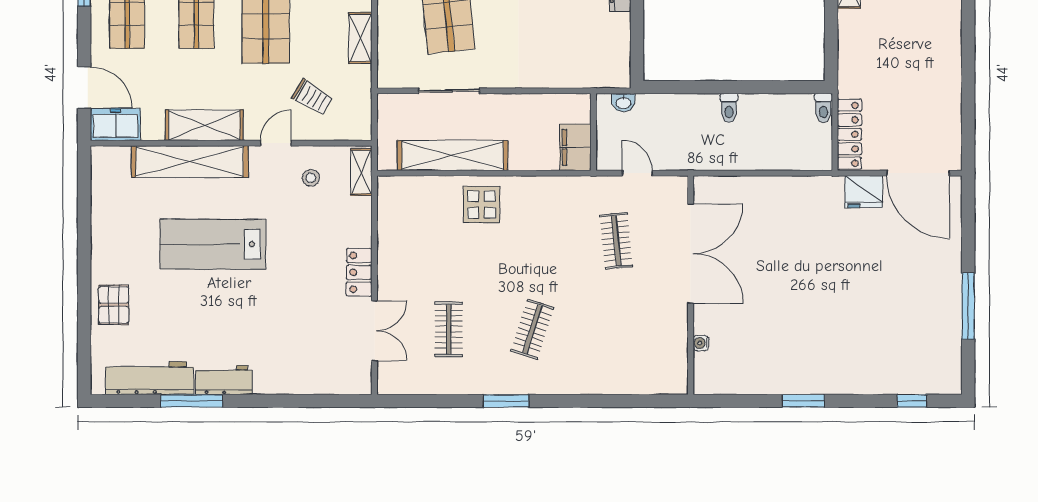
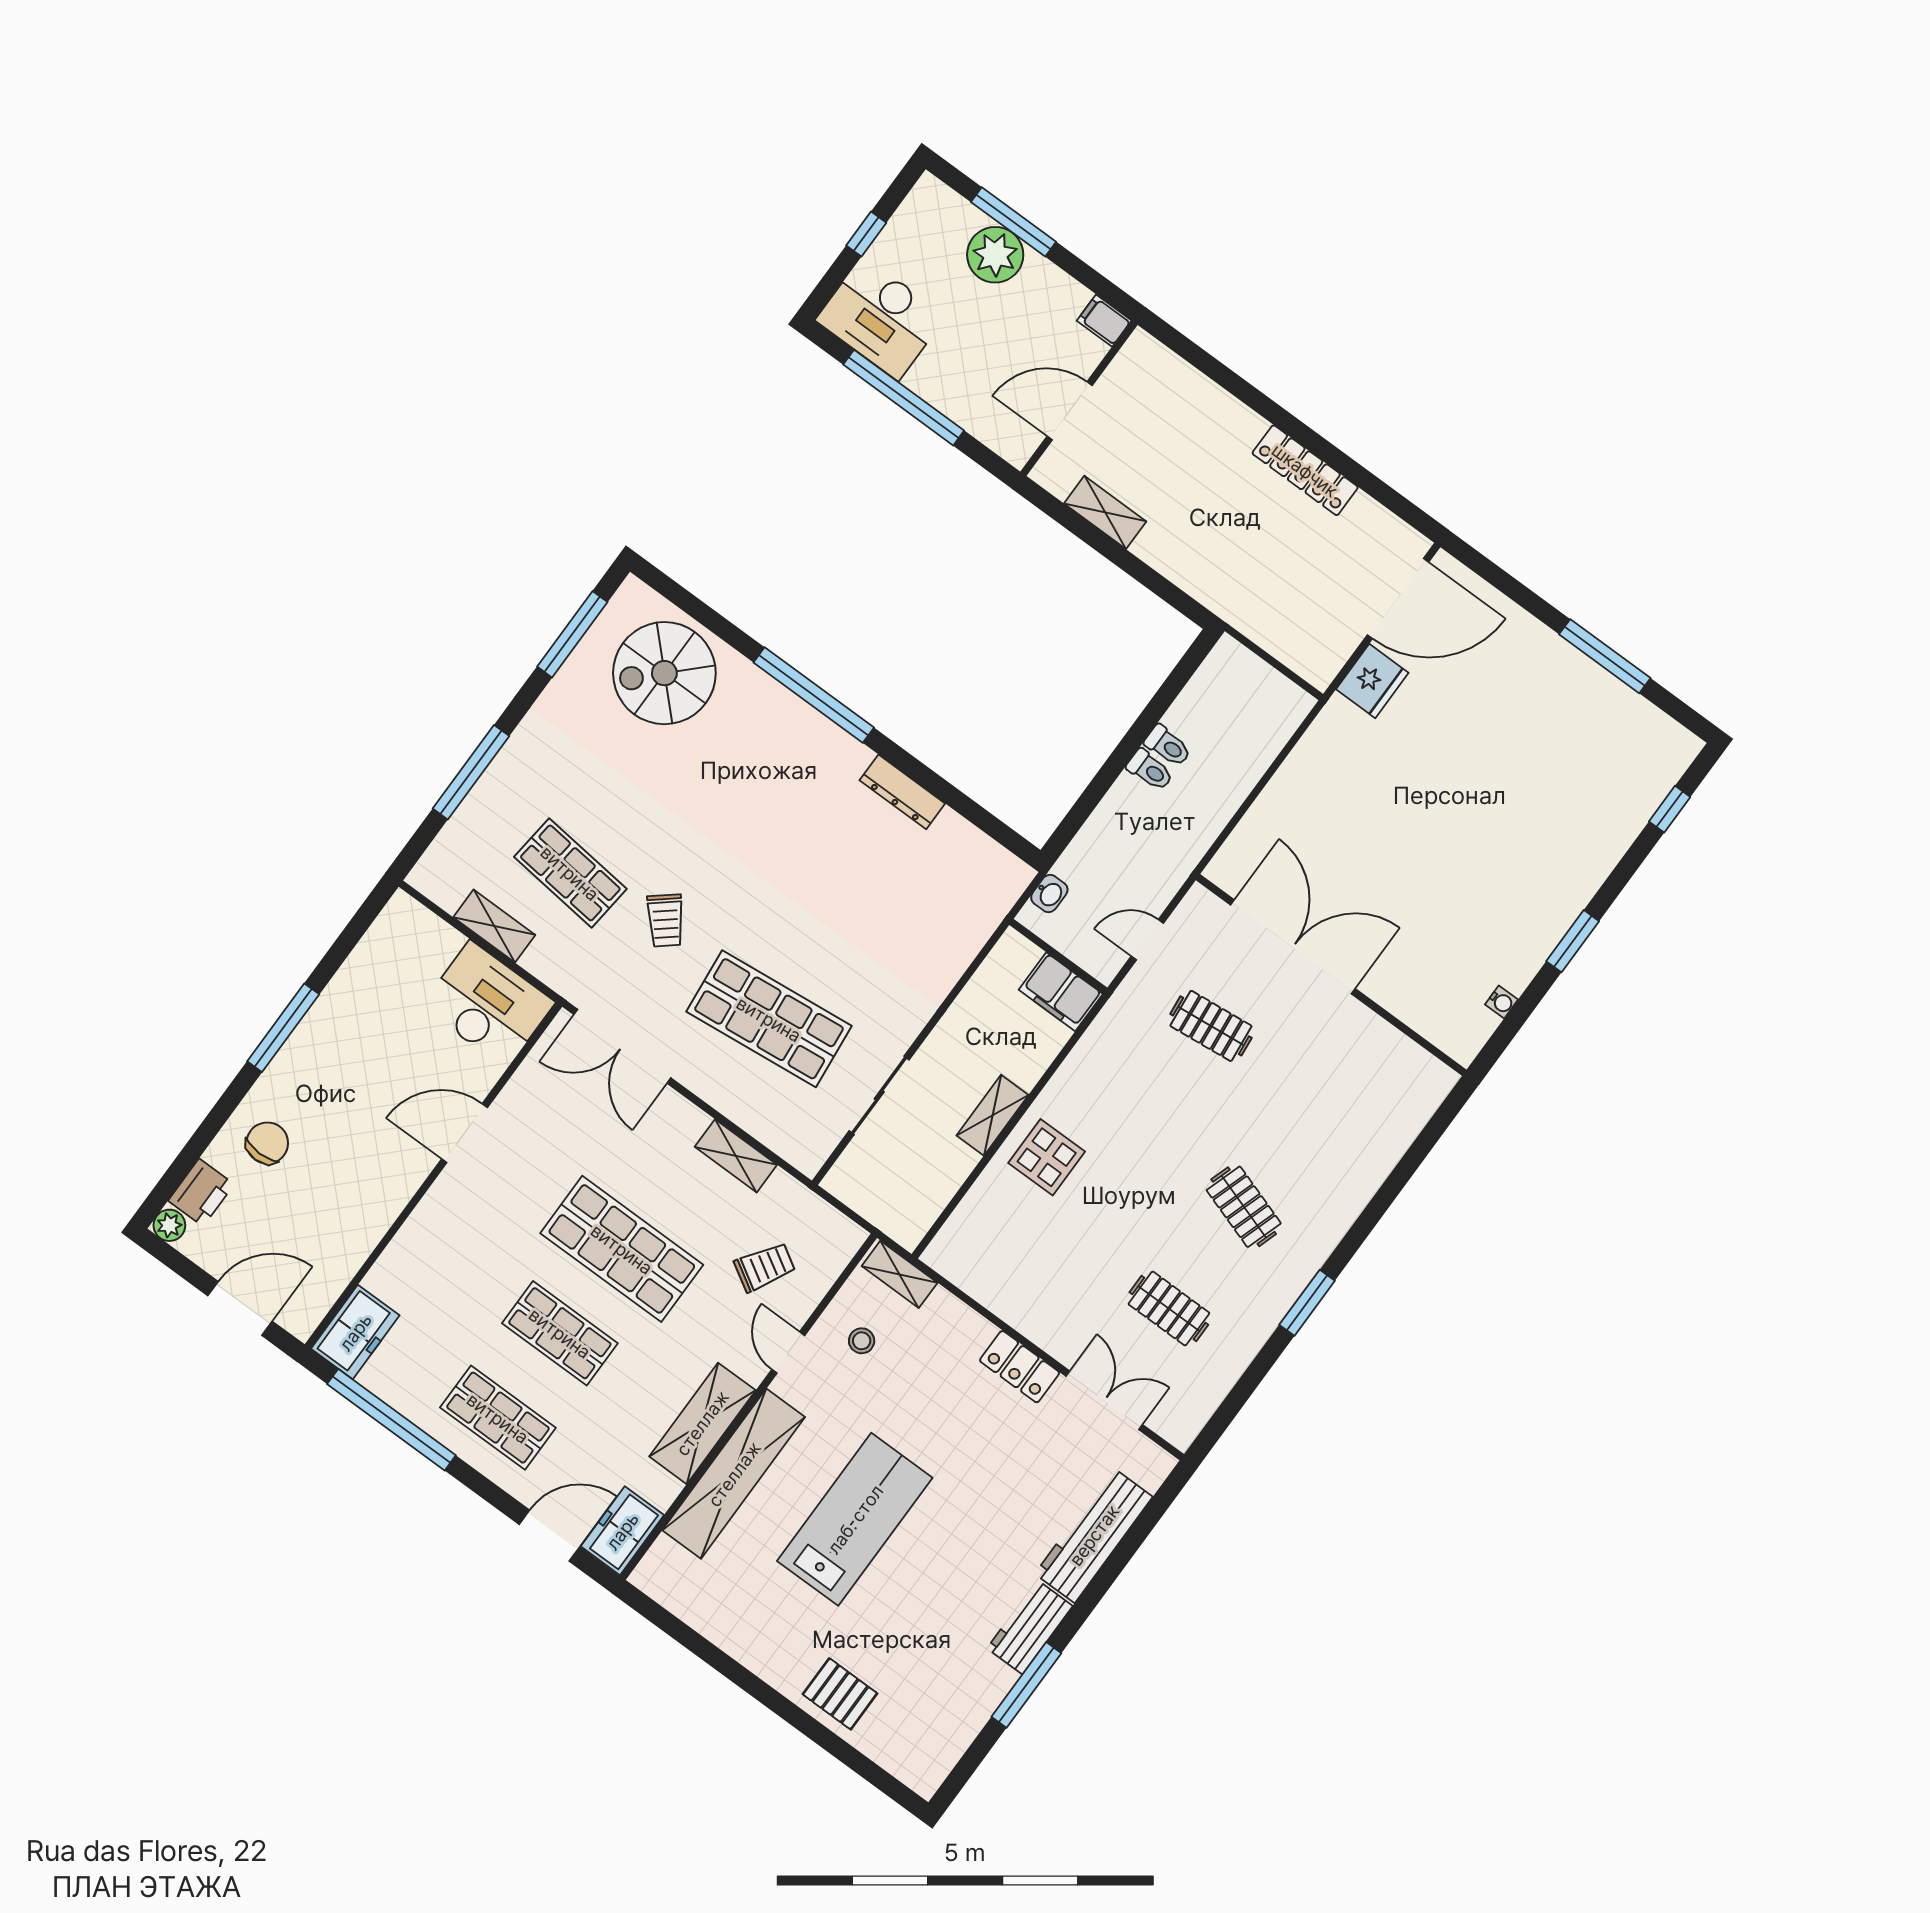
toilet: (823, 108) -> (1168, 746), moved
locker: (849, 134) -> (1305, 470), moved, turned 180
shelving: (453, 155) -> (993, 1115), width x0.45, depth x0.75
lab bench: (213, 244) -> (855, 1519), turned 180
water cooler: (701, 343) -> (1502, 1002), moved, turned -90
workbench: (150, 378) -> (1094, 1535), moved

